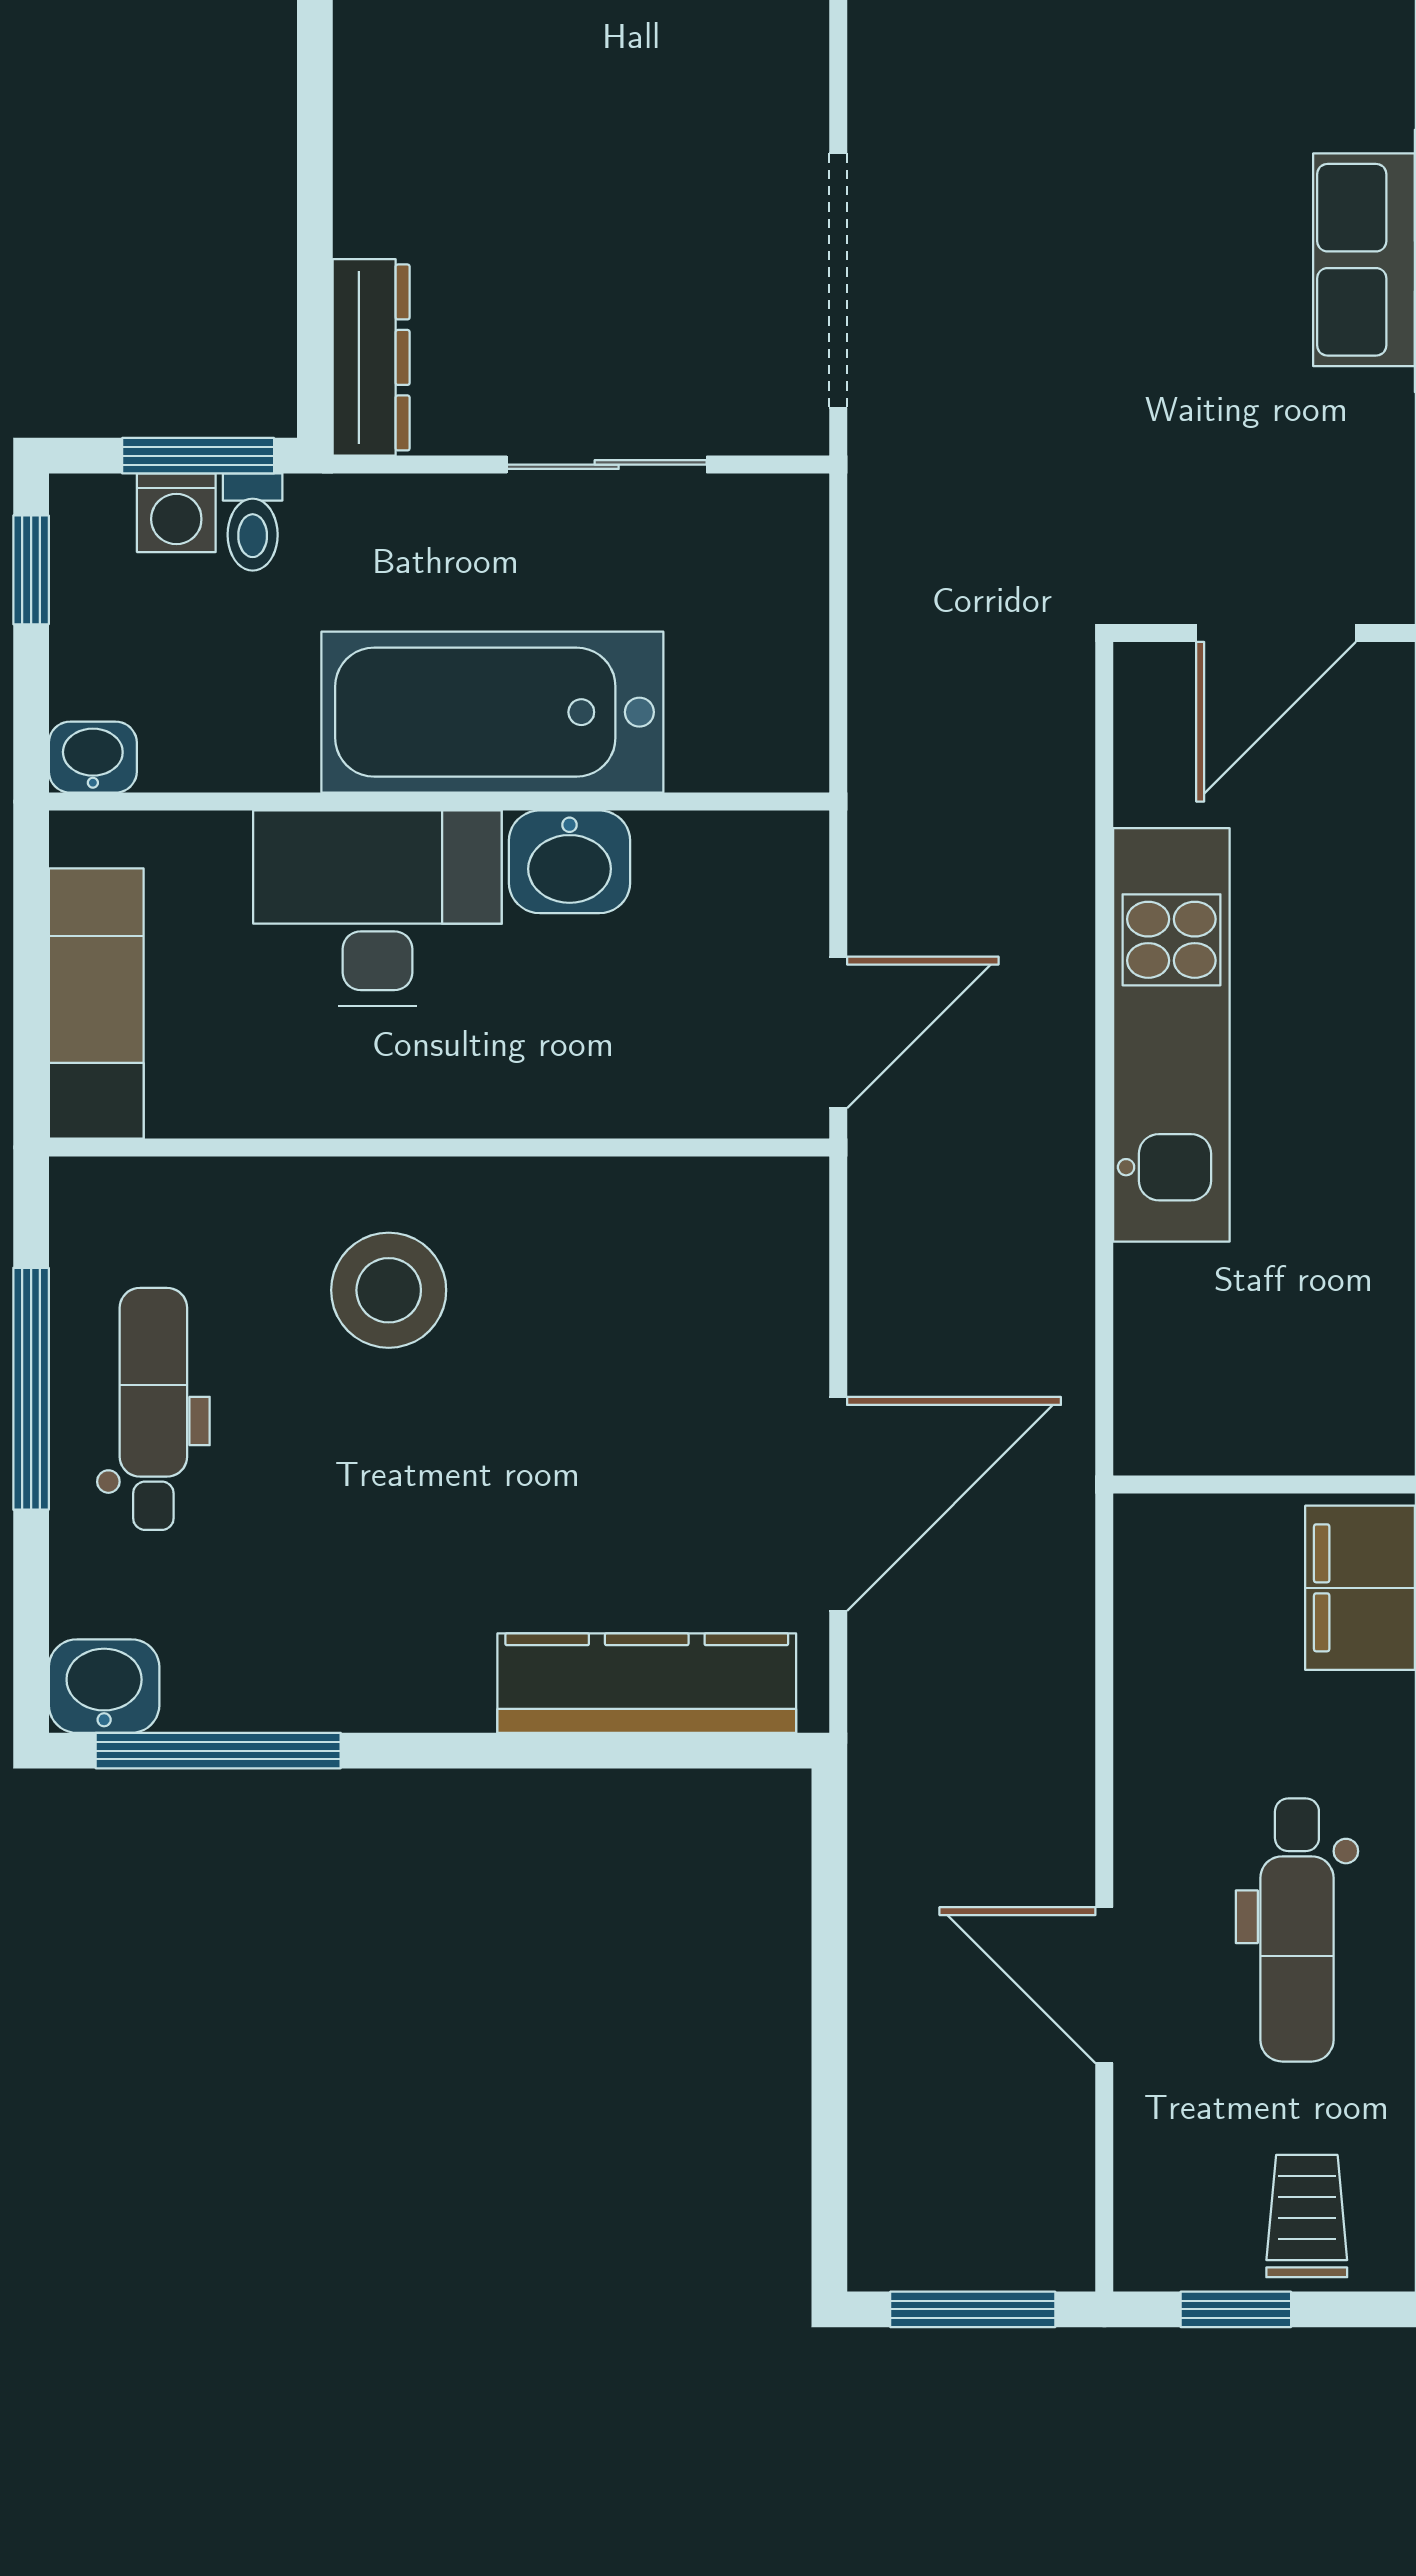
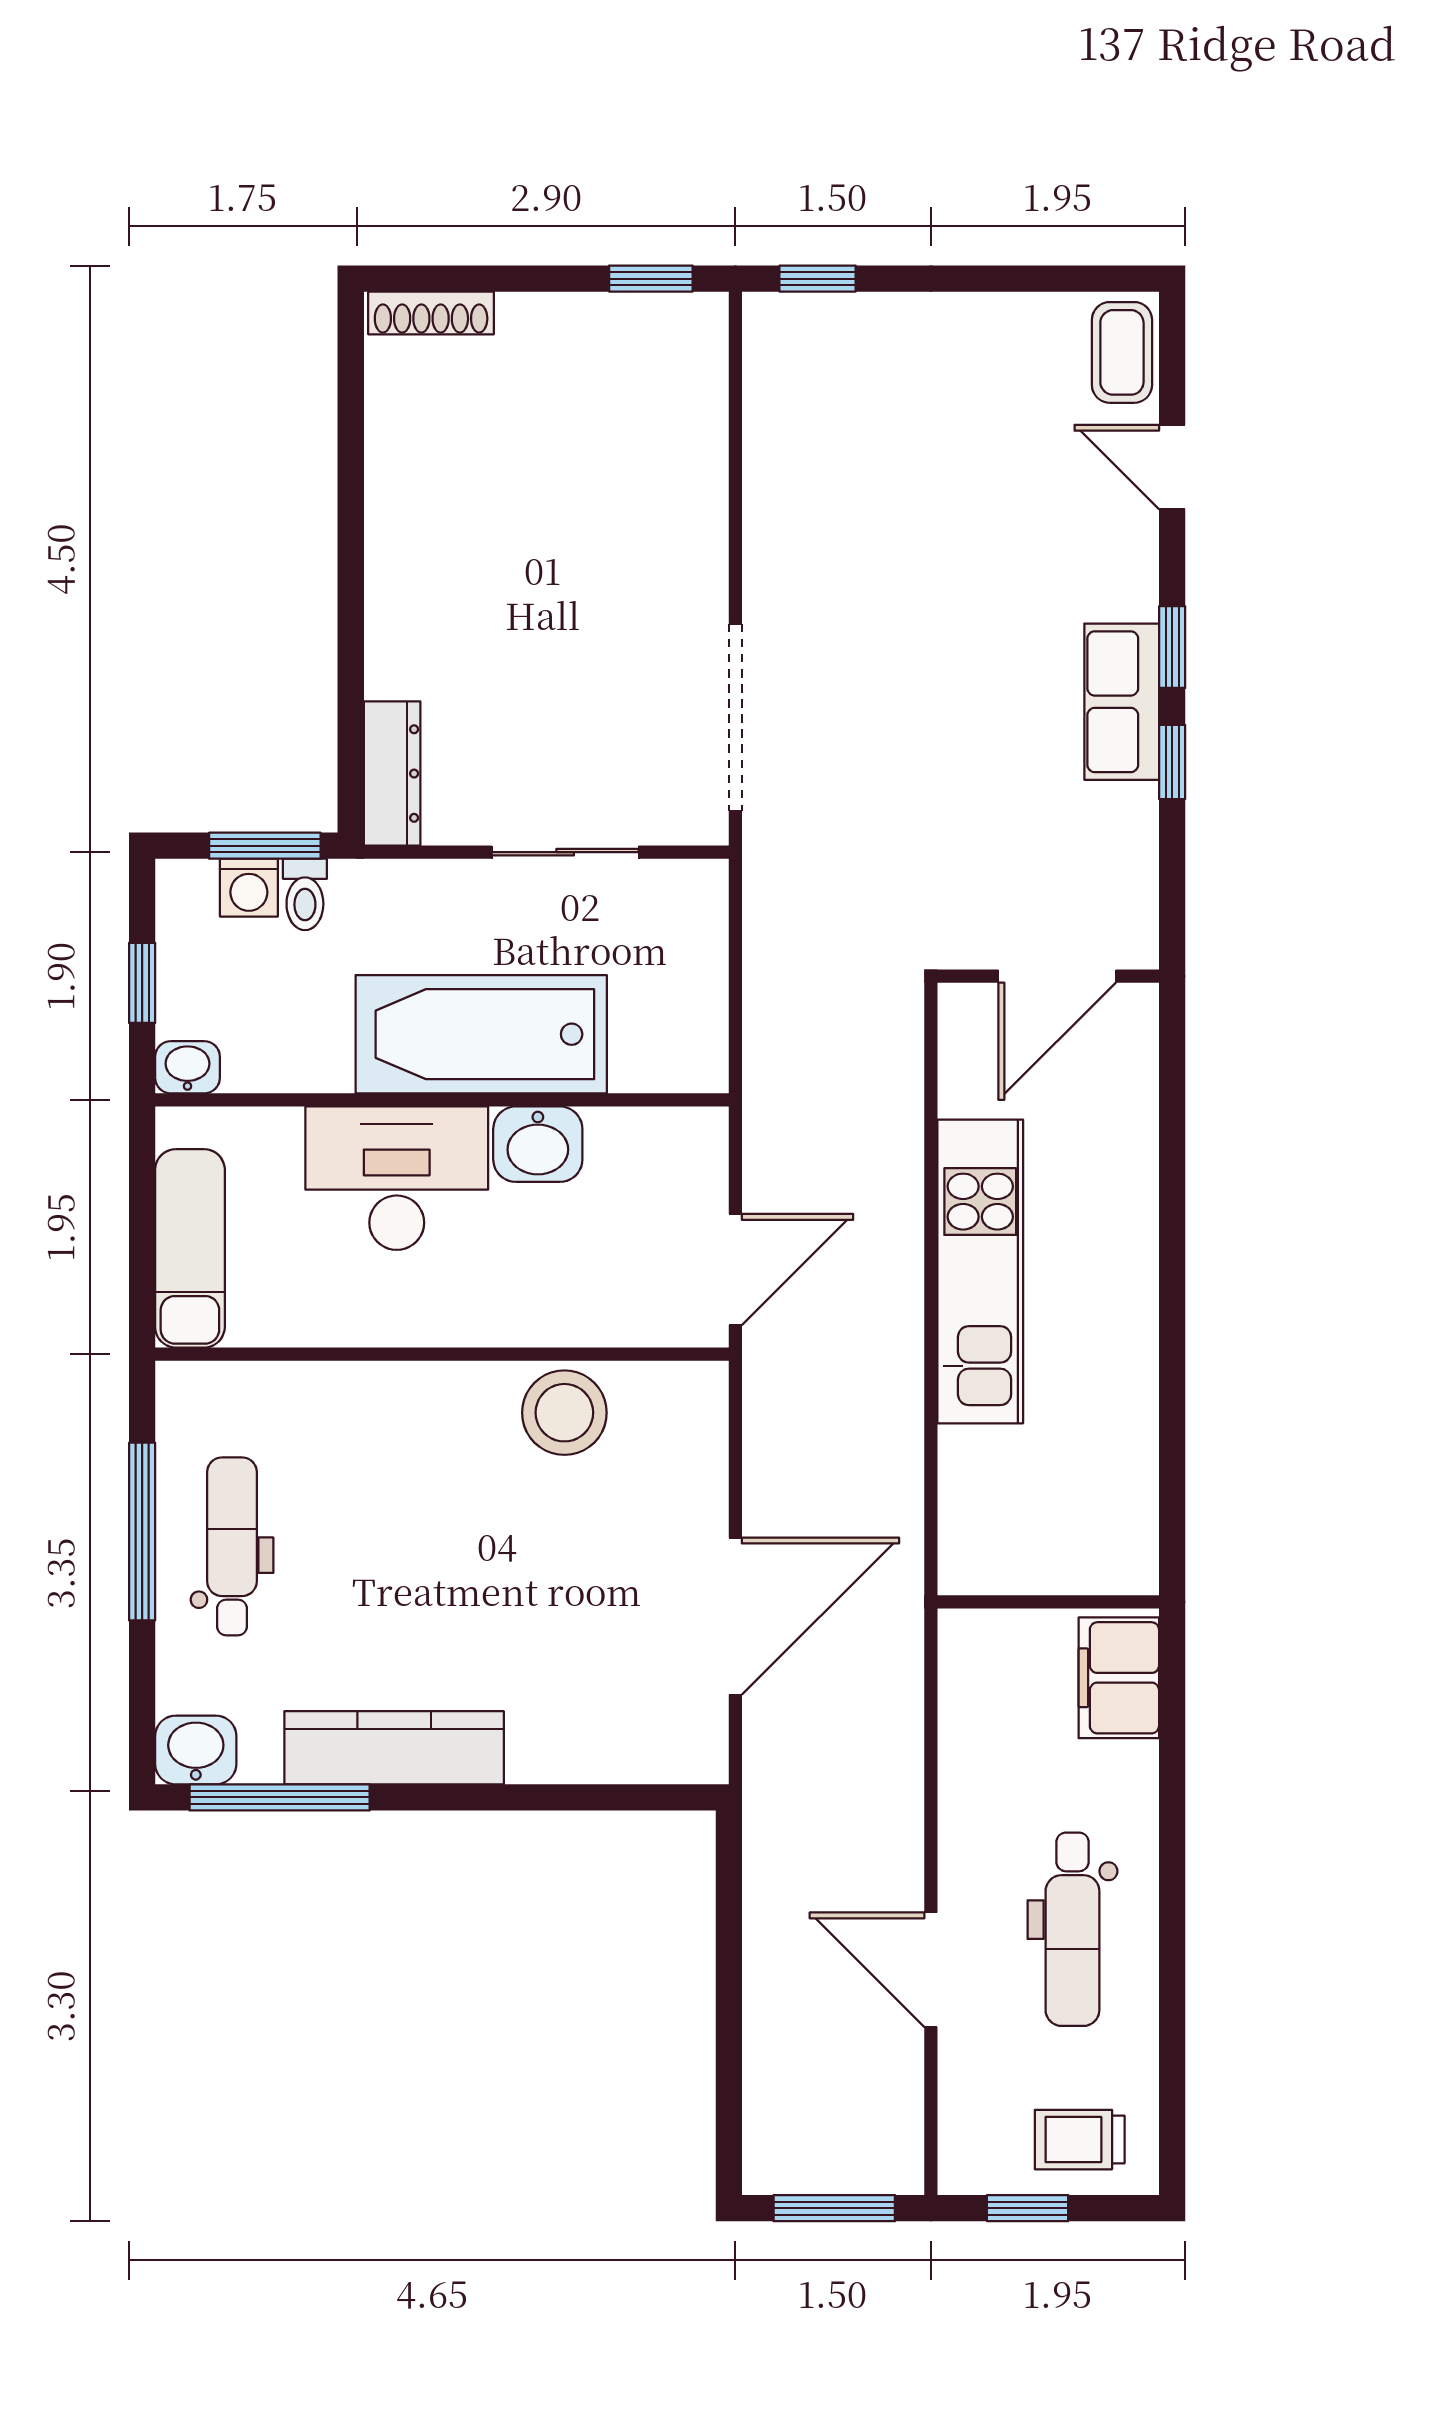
window: (31, 570) -> (142, 983), moved
stool: (389, 1290) -> (564, 1413), moved
kitchen counter: (647, 1683) -> (394, 1748), moved
trolley: (1307, 2216) -> (1080, 2140), turned -90

